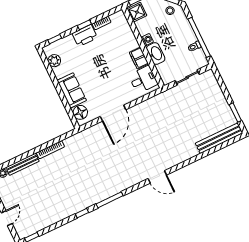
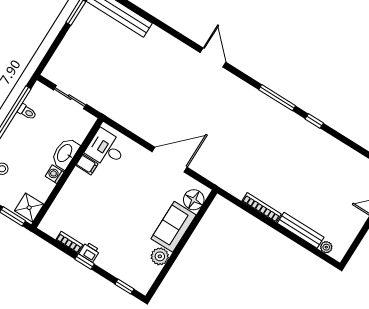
printer: (85, 36) -> (89, 252), width x0.53, depth x0.68
filing cabinet: (139, 58) -> (87, 164), width x0.50
plant: (54, 61) -> (160, 256), moved

